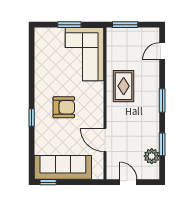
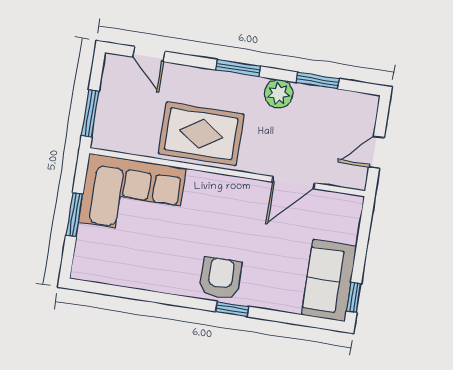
rug: (124, 86) -> (201, 134), width x1.36, depth x1.43
armchair: (64, 107) -> (221, 278), moved
plant: (152, 156) -> (279, 94), moved
sofa: (63, 167) -> (329, 280), width x0.73

